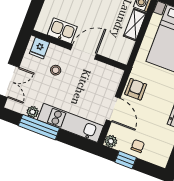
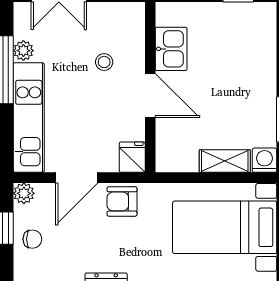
fridge: (39, 48) -> (132, 157), moved, turned 90
armchair: (136, 89) -> (122, 201), turned 180

